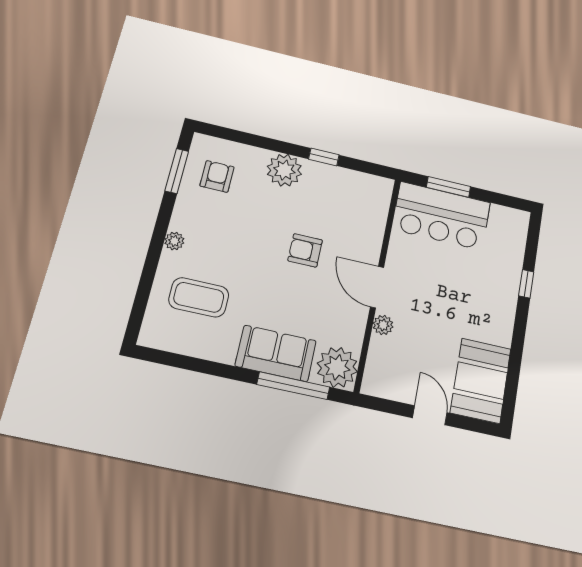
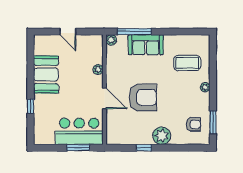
armchair: (217, 176) -> (193, 124), turned -90
armchair: (305, 250) -> (143, 97), width x1.88, depth x1.88
door: (377, 287) -> (104, 98), moved
plant: (337, 367) -> (111, 40), width x0.53, depth x0.53
booth: (481, 381) -> (46, 75), moved

